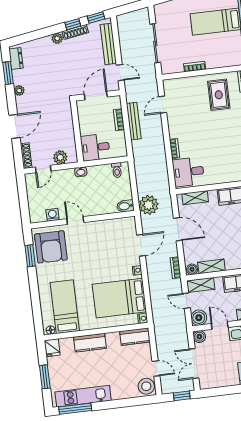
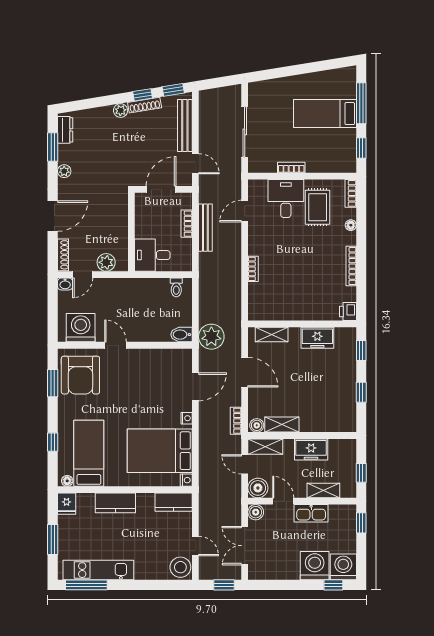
washbasin: (81, 172) -> (65, 284), moved
desk: (188, 172) -> (286, 199), moved, turned 90
washing machine: (52, 215) -> (81, 328), width x1.89, depth x1.89
window: (36, 301) -> (53, 442), added

